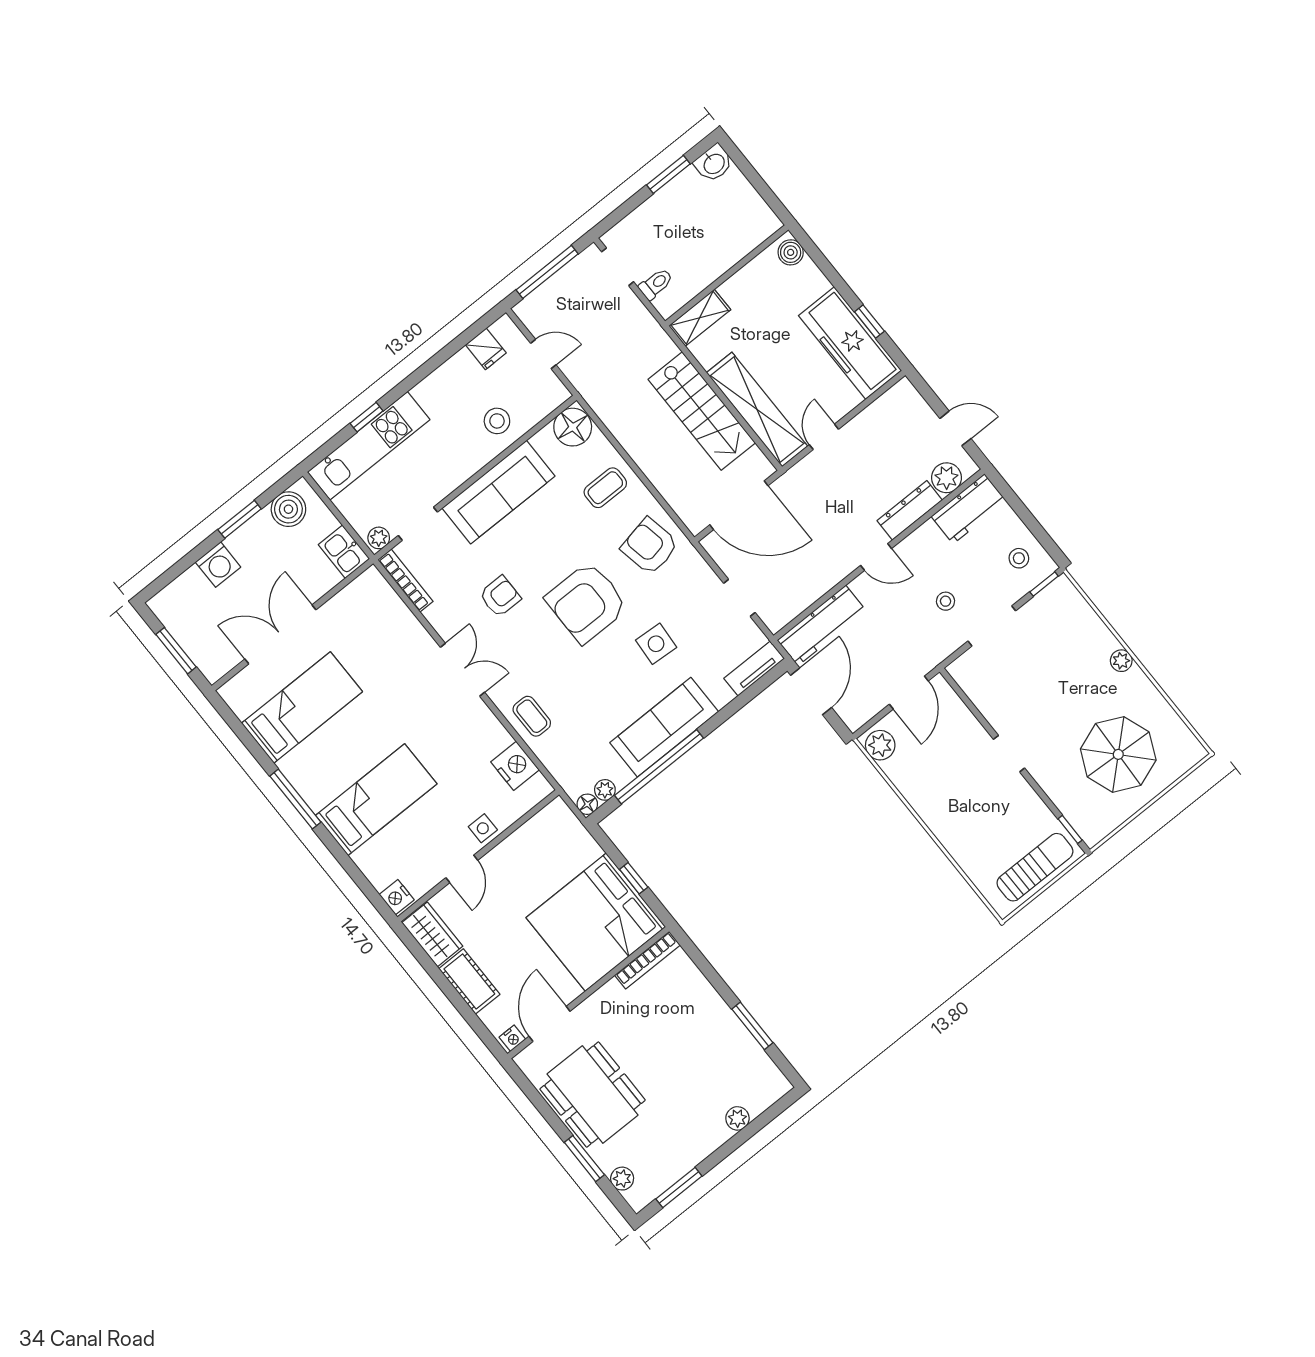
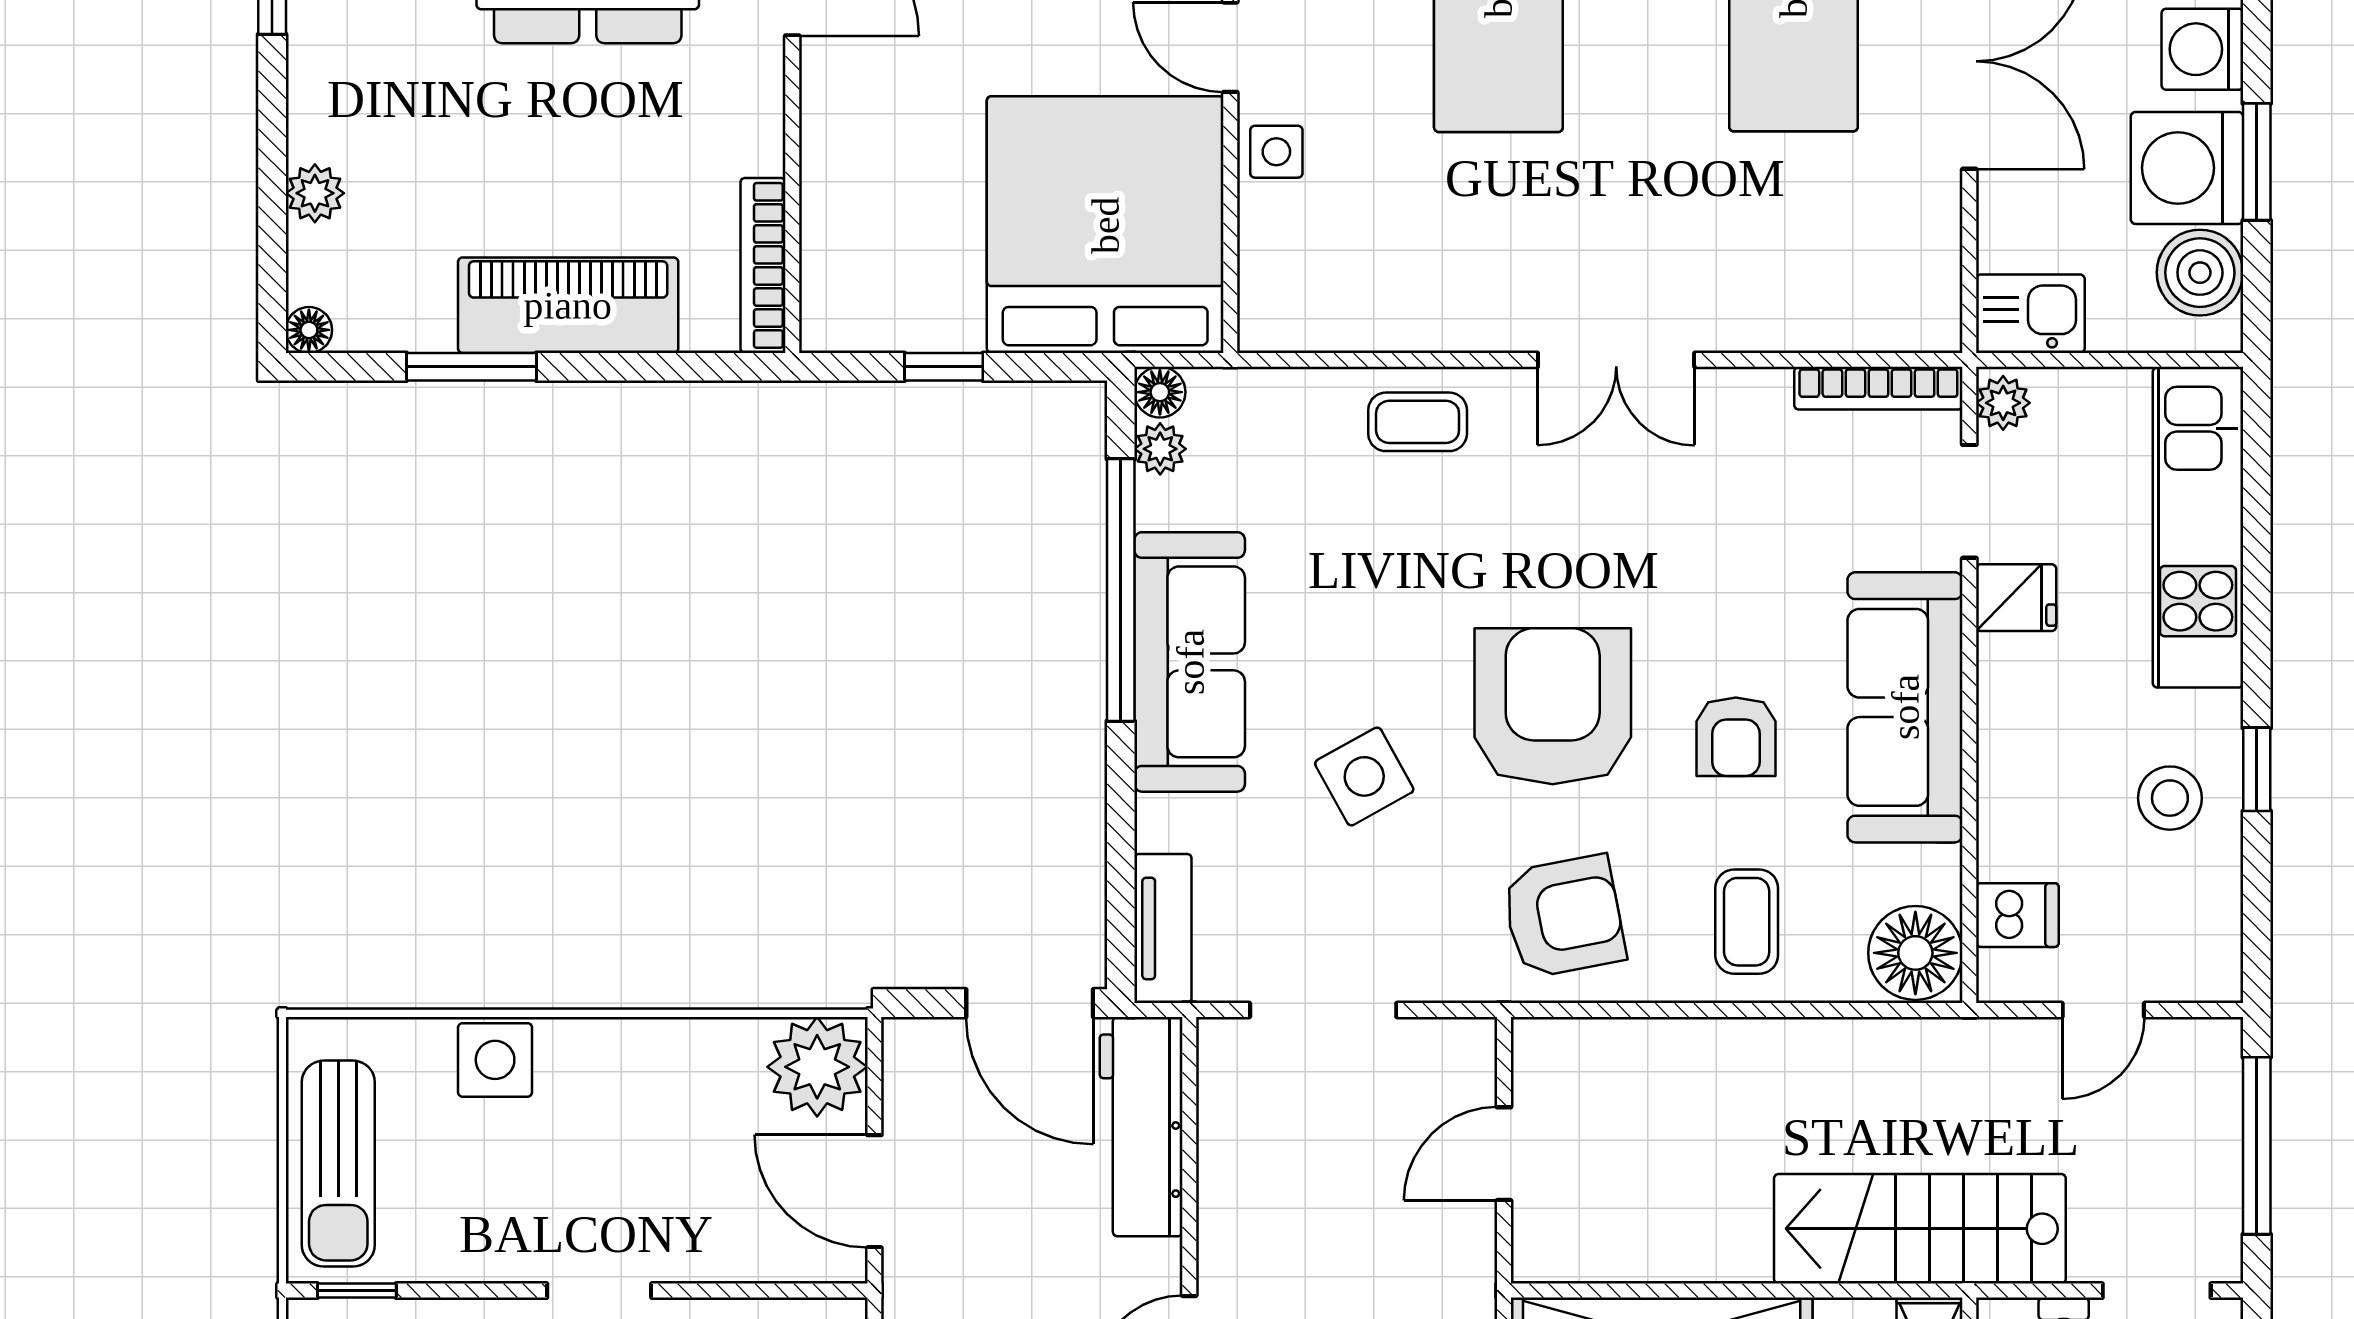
fridge: (486, 349) -> (2016, 598), moved, turned 180
dishwasher: (535, 405) -> (2017, 915), added
stairs: (702, 411) -> (1920, 1229), moved
window: (367, 417) -> (2257, 769), moved
stool: (497, 421) -> (2170, 798), moved
door: (739, 505) -> (1504, 1154), width x0.53
washing machine: (259, 539) -> (2187, 168), added
armchair: (500, 596) -> (1736, 737), moved
doorway: (739, 598) -> (1323, 1010), width x1.38
side table: (656, 644) -> (1364, 776), turned -33
plant: (880, 745) -> (817, 1067), width x1.36, depth x1.36
nightstand: (515, 766) -> (1347, 312), removed
side table: (963, 844) -> (495, 1060), added
bed: (596, 922) -> (1105, 225), moved
piano: (709, 1011) -> (568, 305), added
floor lamp: (782, 1086) -> (309, 330), added

